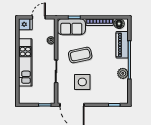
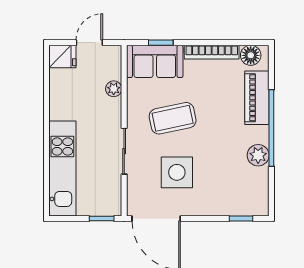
kitchen unit: (25, 62) -> (62, 168), moved

